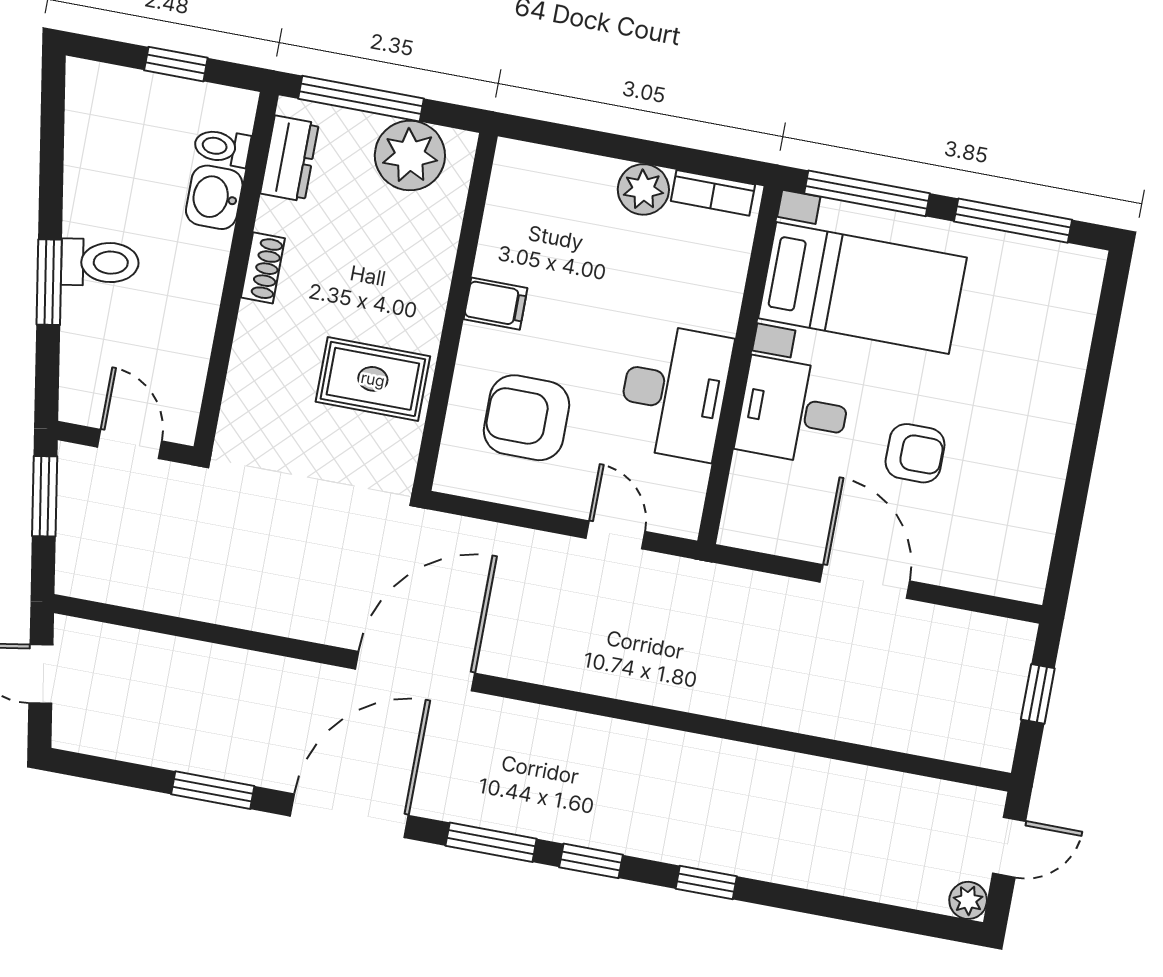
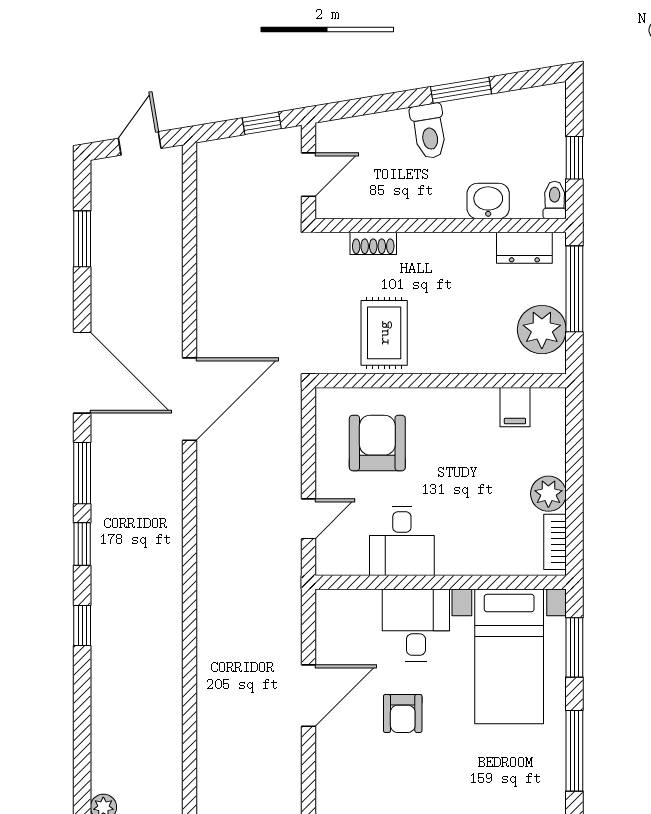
toilet: (222, 147) -> (555, 200), moved
window: (867, 193) -> (574, 647), width x0.69
shoe rack: (263, 268) -> (373, 243), moved
window: (49, 282) -> (461, 90), moved
filing cabinet: (495, 304) -> (515, 407), moved
desk: (674, 392) -> (402, 541), width x0.73
window: (45, 496) -> (262, 123), width x0.67
door: (415, 671) -> (190, 399), hinge flipped
window: (213, 790) -> (82, 239), moved

